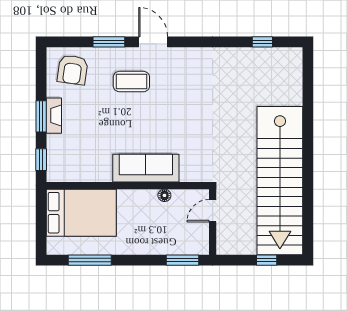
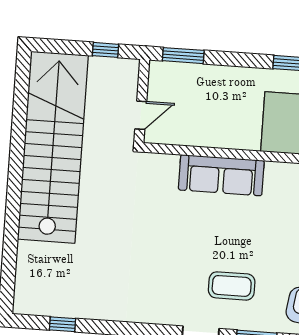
floor lamp: (164, 195) -> (200, 139), removed
window: (267, 260) -> (105, 50), moved

